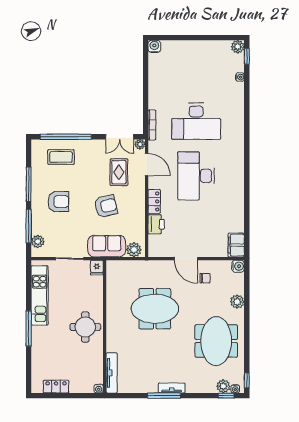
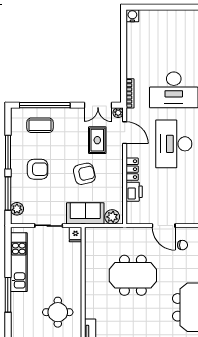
round table: (85, 327) -> (58, 312), moved

